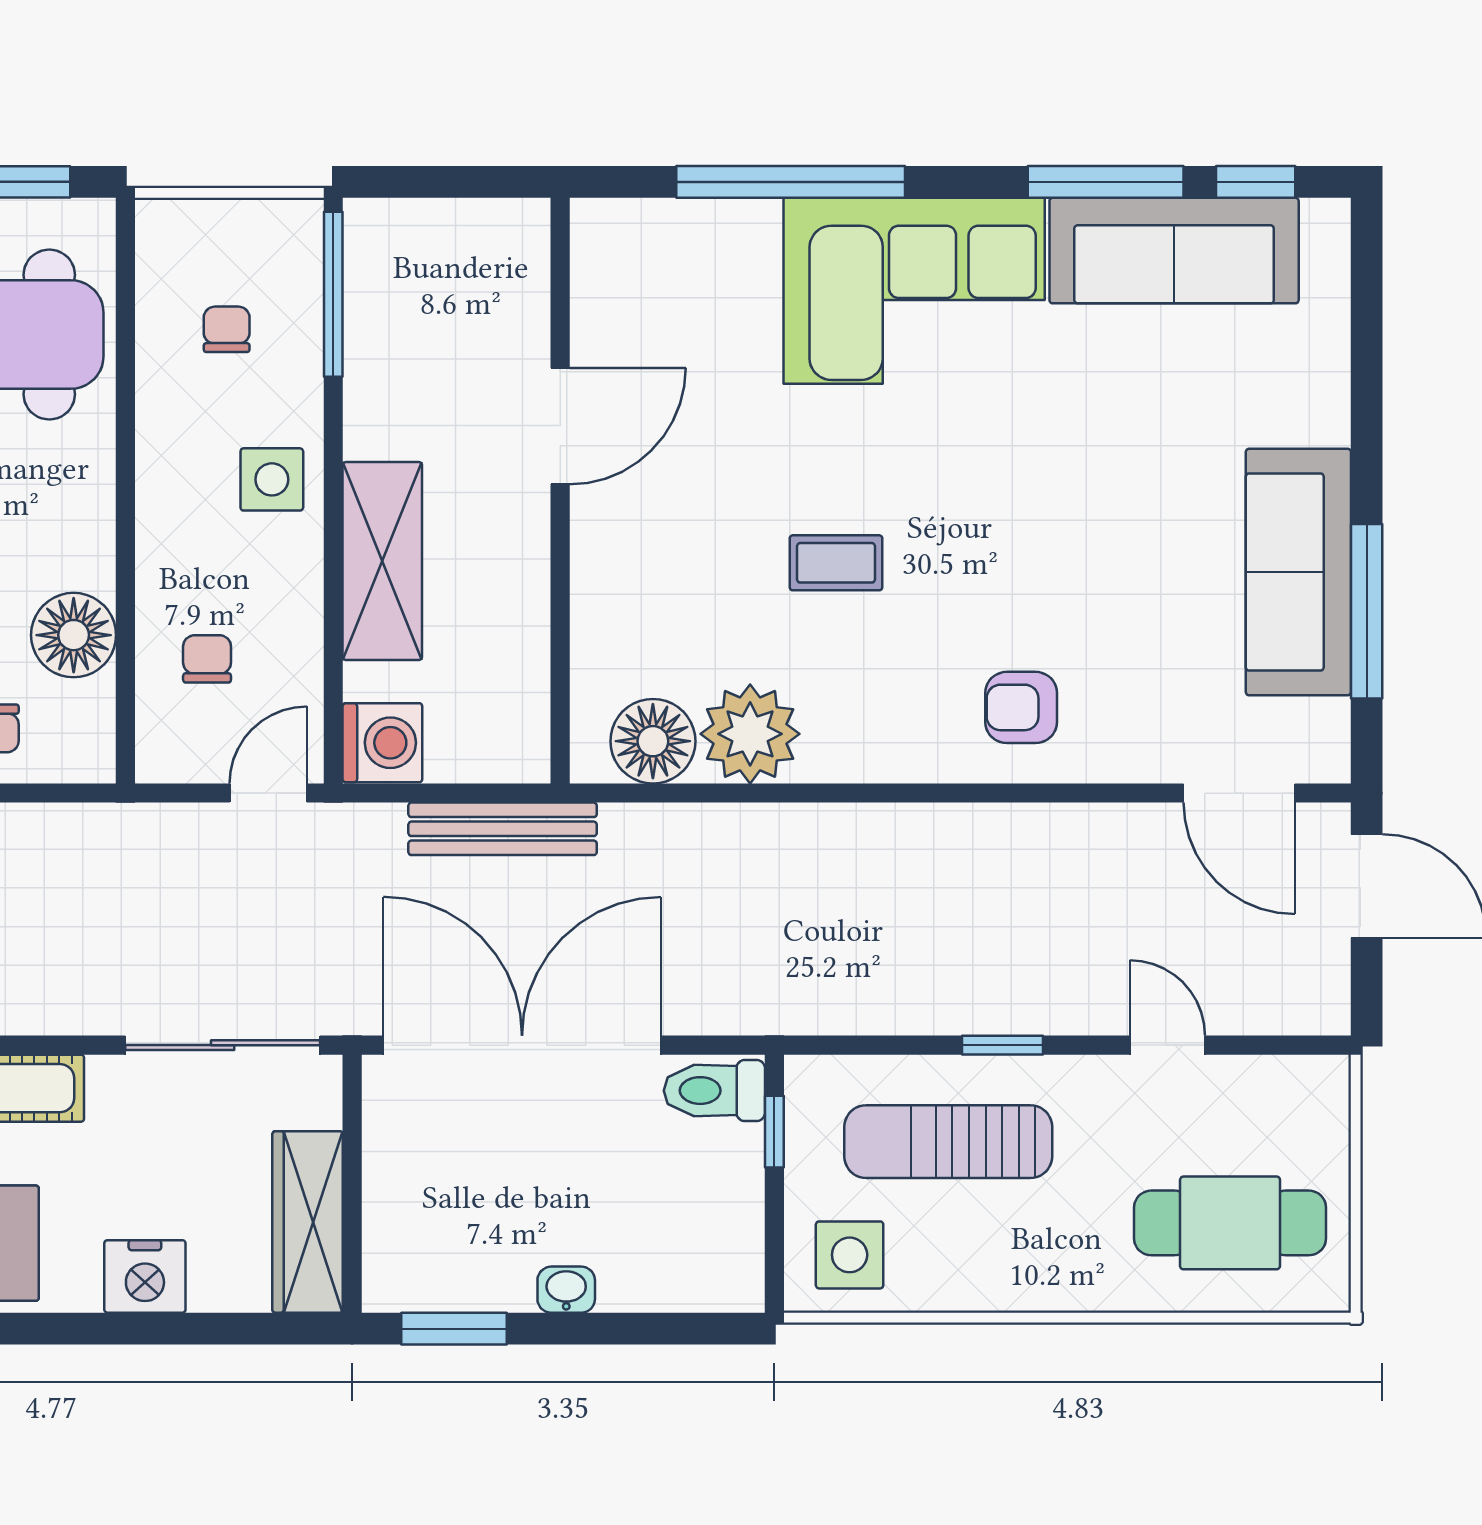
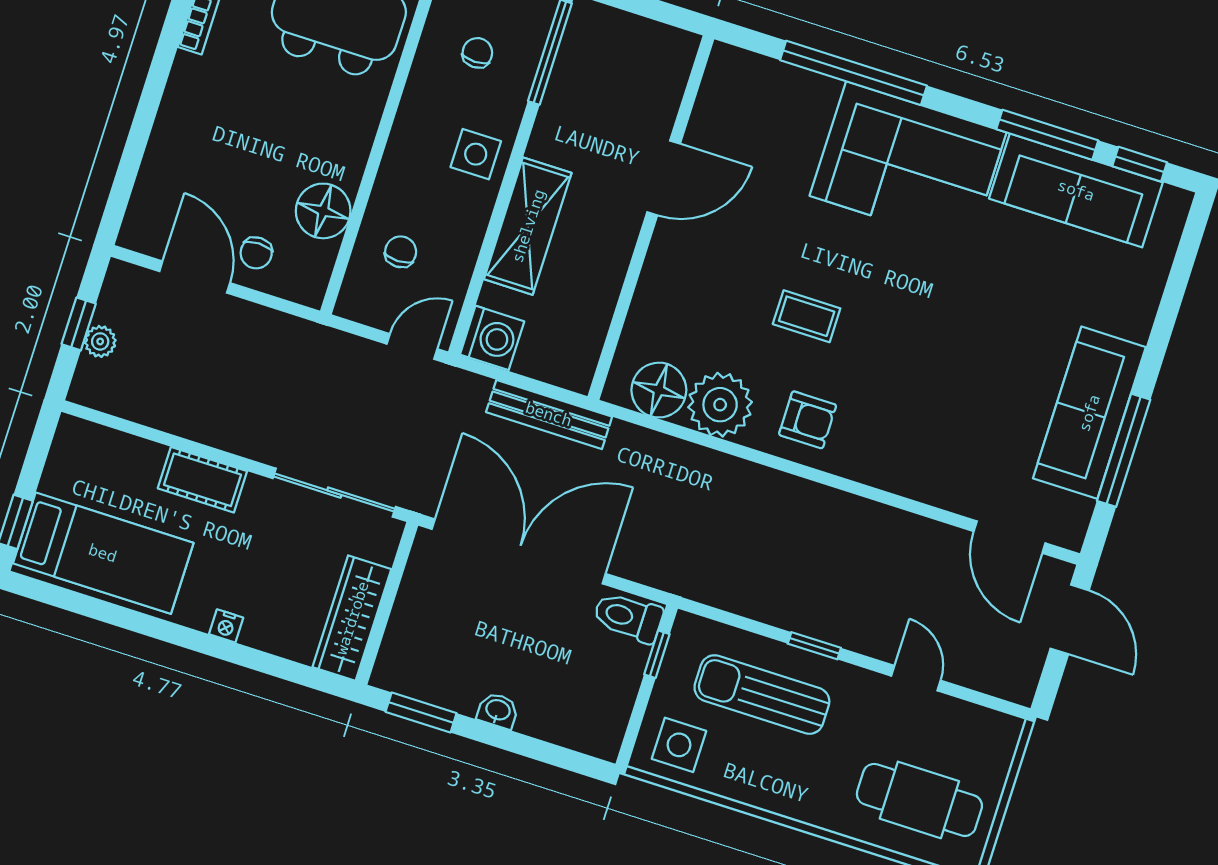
armchair: (1021, 707) -> (808, 420), moved, turned 180
nightstand: (145, 1276) -> (226, 626), width x0.53, depth x0.56

